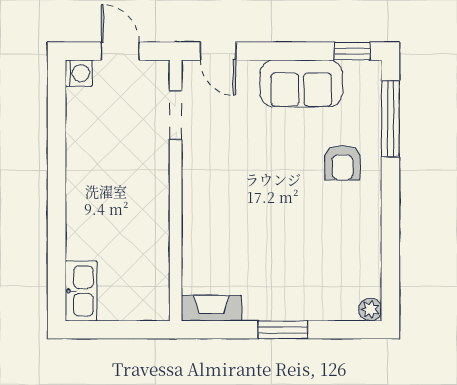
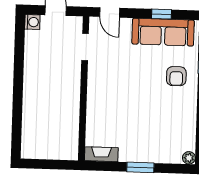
window: (352, 51) -> (161, 14), moved
sofa: (301, 83) -> (163, 32), width x1.36
kitchen sink: (81, 291) -> (30, 142), removed

